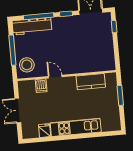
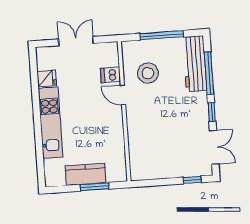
stool: (27, 65) -> (148, 73), moved
door: (55, 77) -> (123, 95), swing flipped
kitchen counter: (91, 82) -> (86, 174), moved, turned 90

